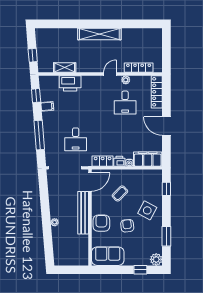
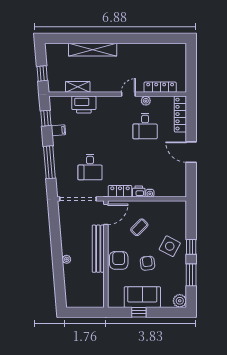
shelving: (99, 34) -> (93, 50), moved
filing cabinet: (148, 159) -> (170, 189), removed
window: (166, 189) -> (191, 247), moved
sofa: (108, 256) -> (142, 297), moved
window: (140, 270) -> (139, 312), moved

